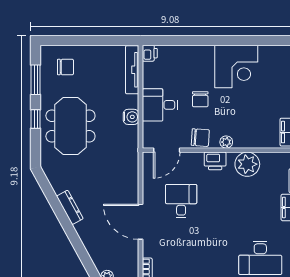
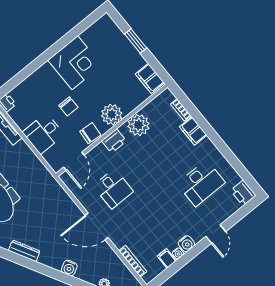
water cooler: (131, 117) -> (69, 268), moved, turned 151
plant: (226, 142) -> (112, 115), width x1.88, depth x1.88
desk: (181, 201) -> (113, 189), turned 180
dresser: (70, 207) -> (24, 251), moved

